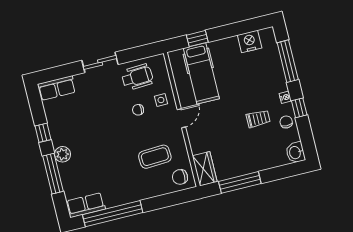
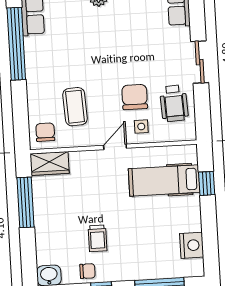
nightstand: (285, 97) -> (117, 276), removed
chair: (138, 110) -> (135, 97), width x1.87, depth x1.87
door: (181, 118) -> (115, 147), swing flipped

